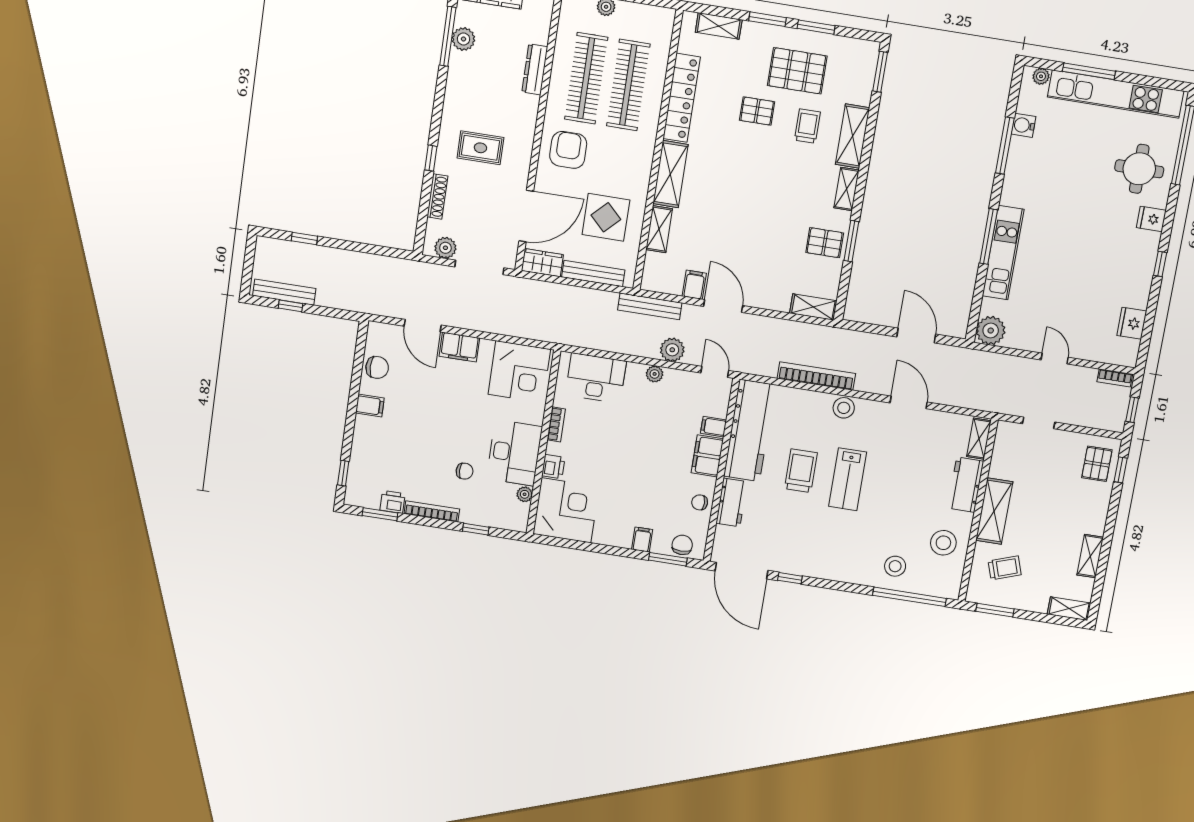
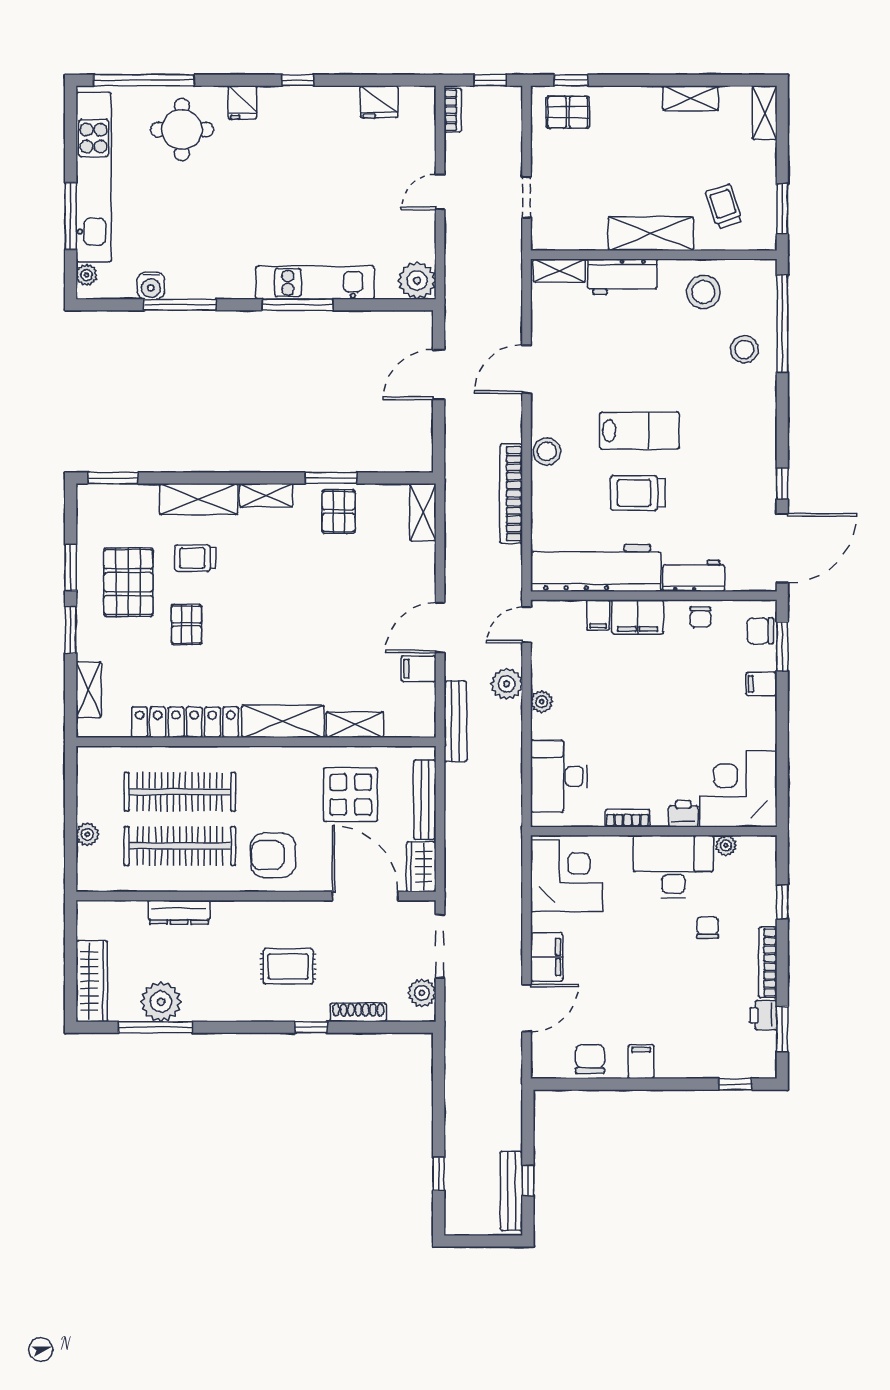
plant: (463, 39) -> (161, 1002), width x1.36, depth x1.36
rug: (480, 148) -> (288, 966), turned 90

